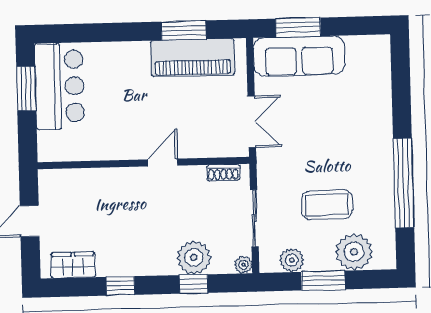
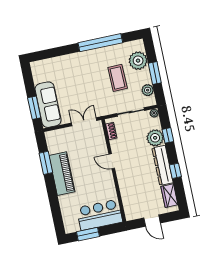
piano: (193, 58) -> (62, 174), moved
bar counter: (59, 86) -> (100, 215), moved
dresser: (136, 262) -> (163, 165), added

